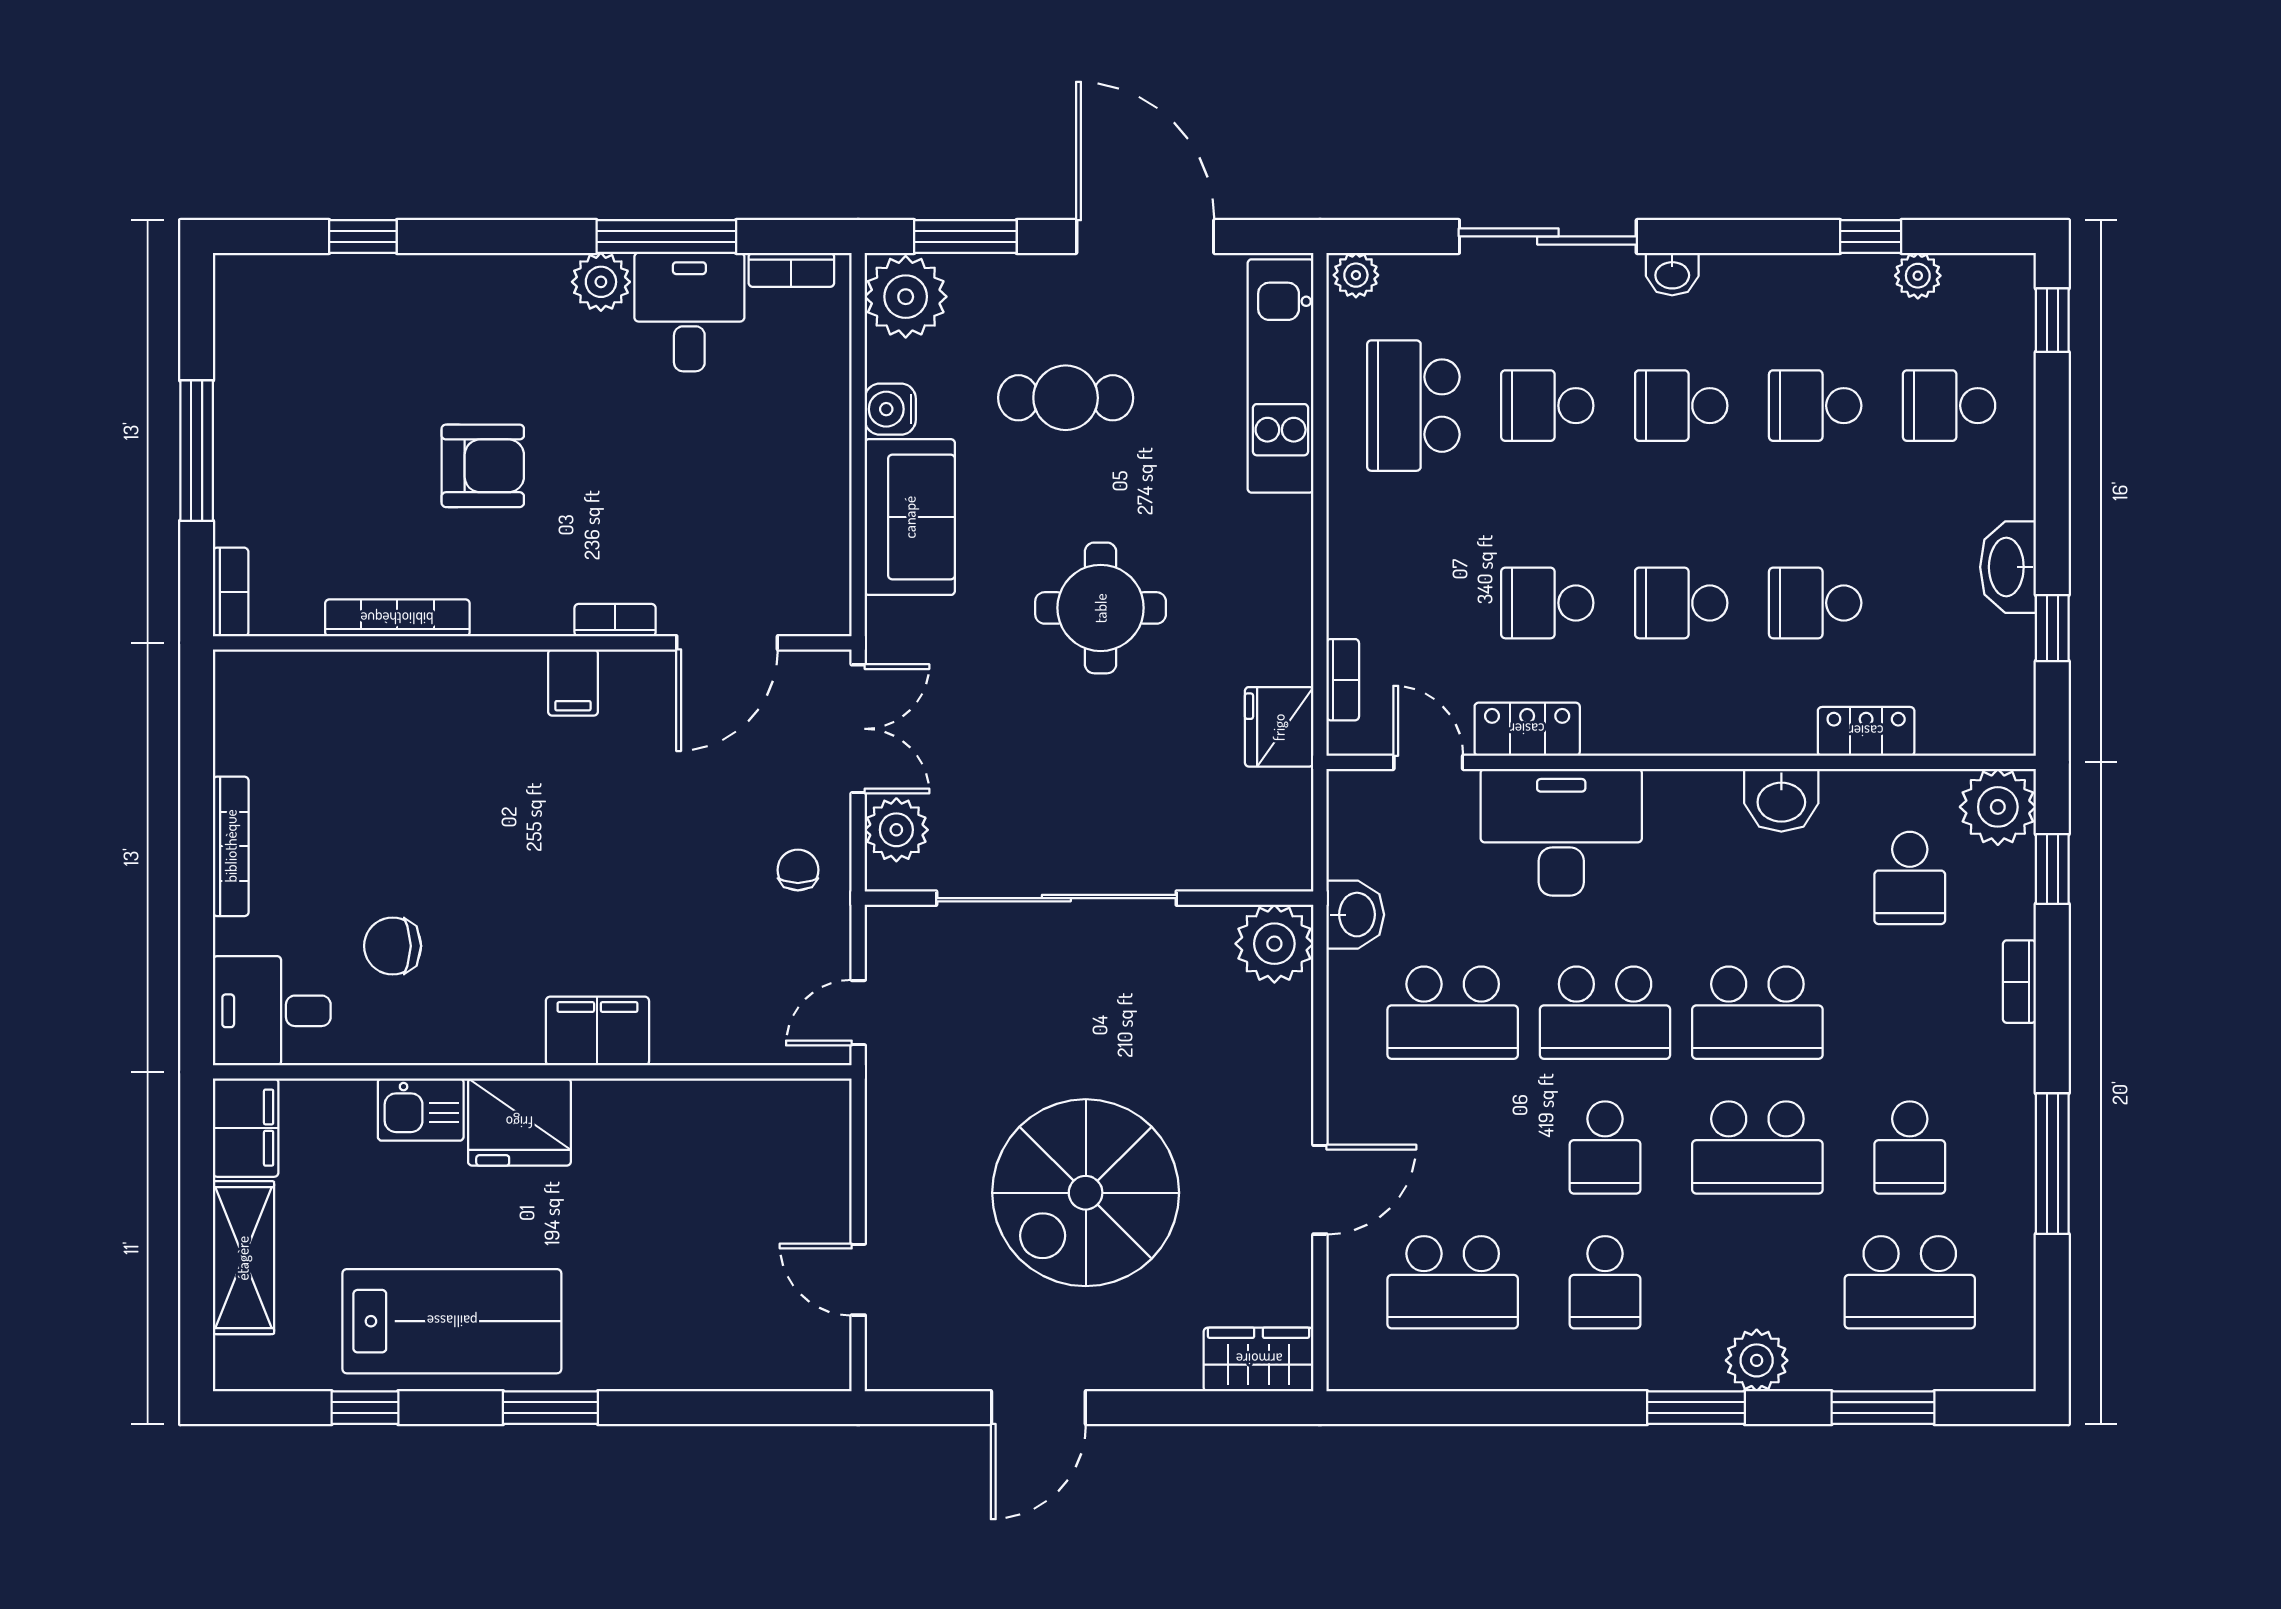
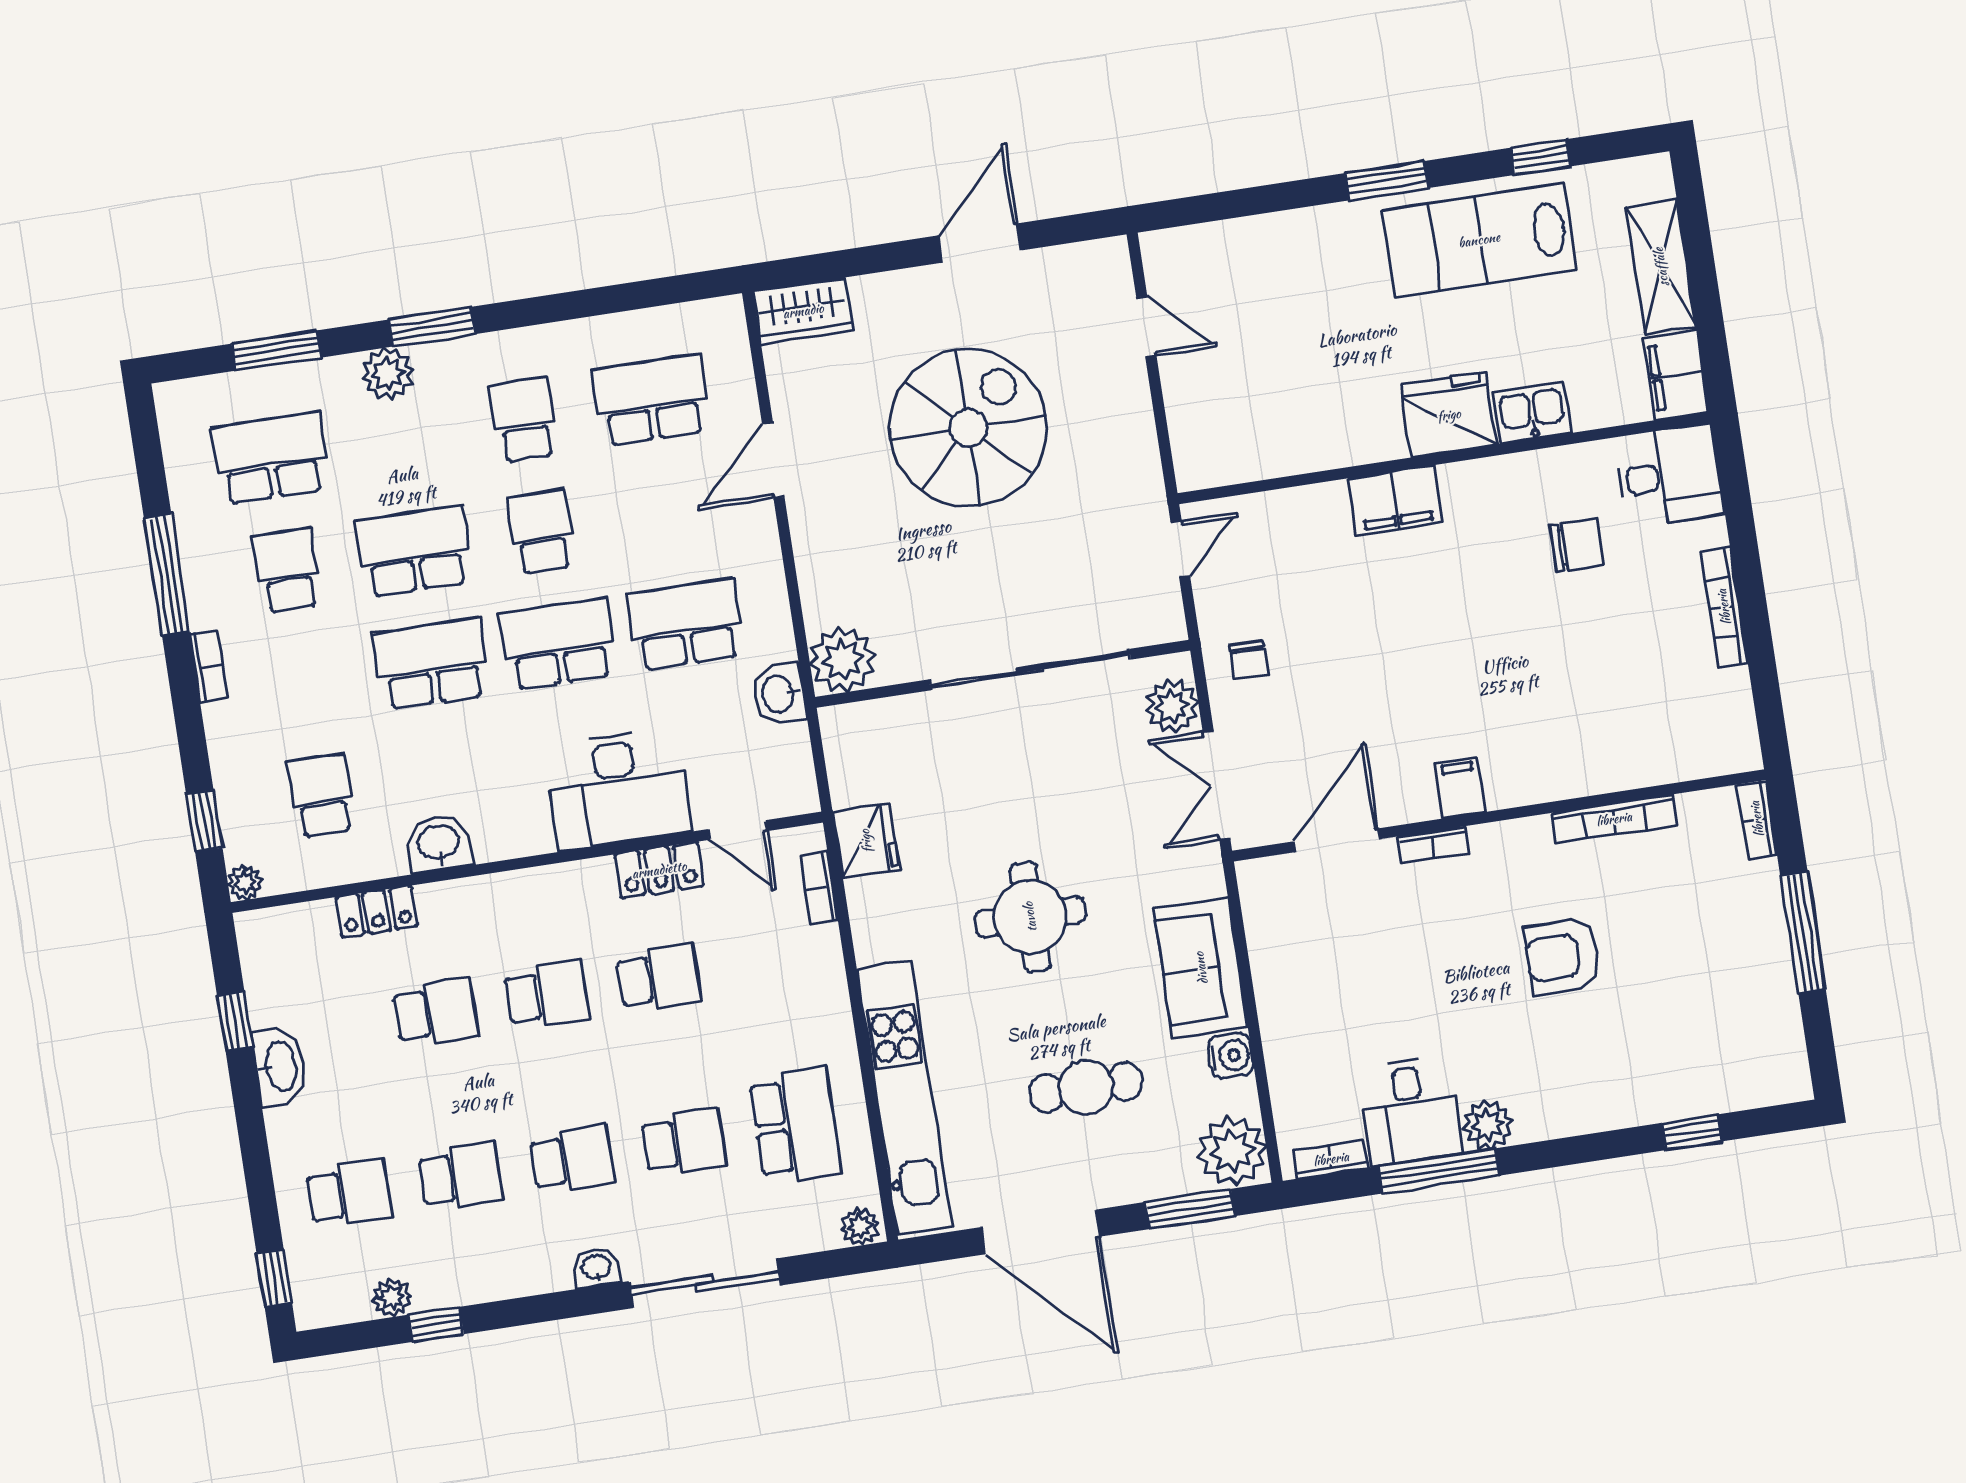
kitchen unit: (1281, 376) -> (904, 1098), width x1.36
plant: (1998, 807) -> (245, 883), width x0.53, depth x0.53
bookcase: (2019, 982) -> (209, 666), moved

